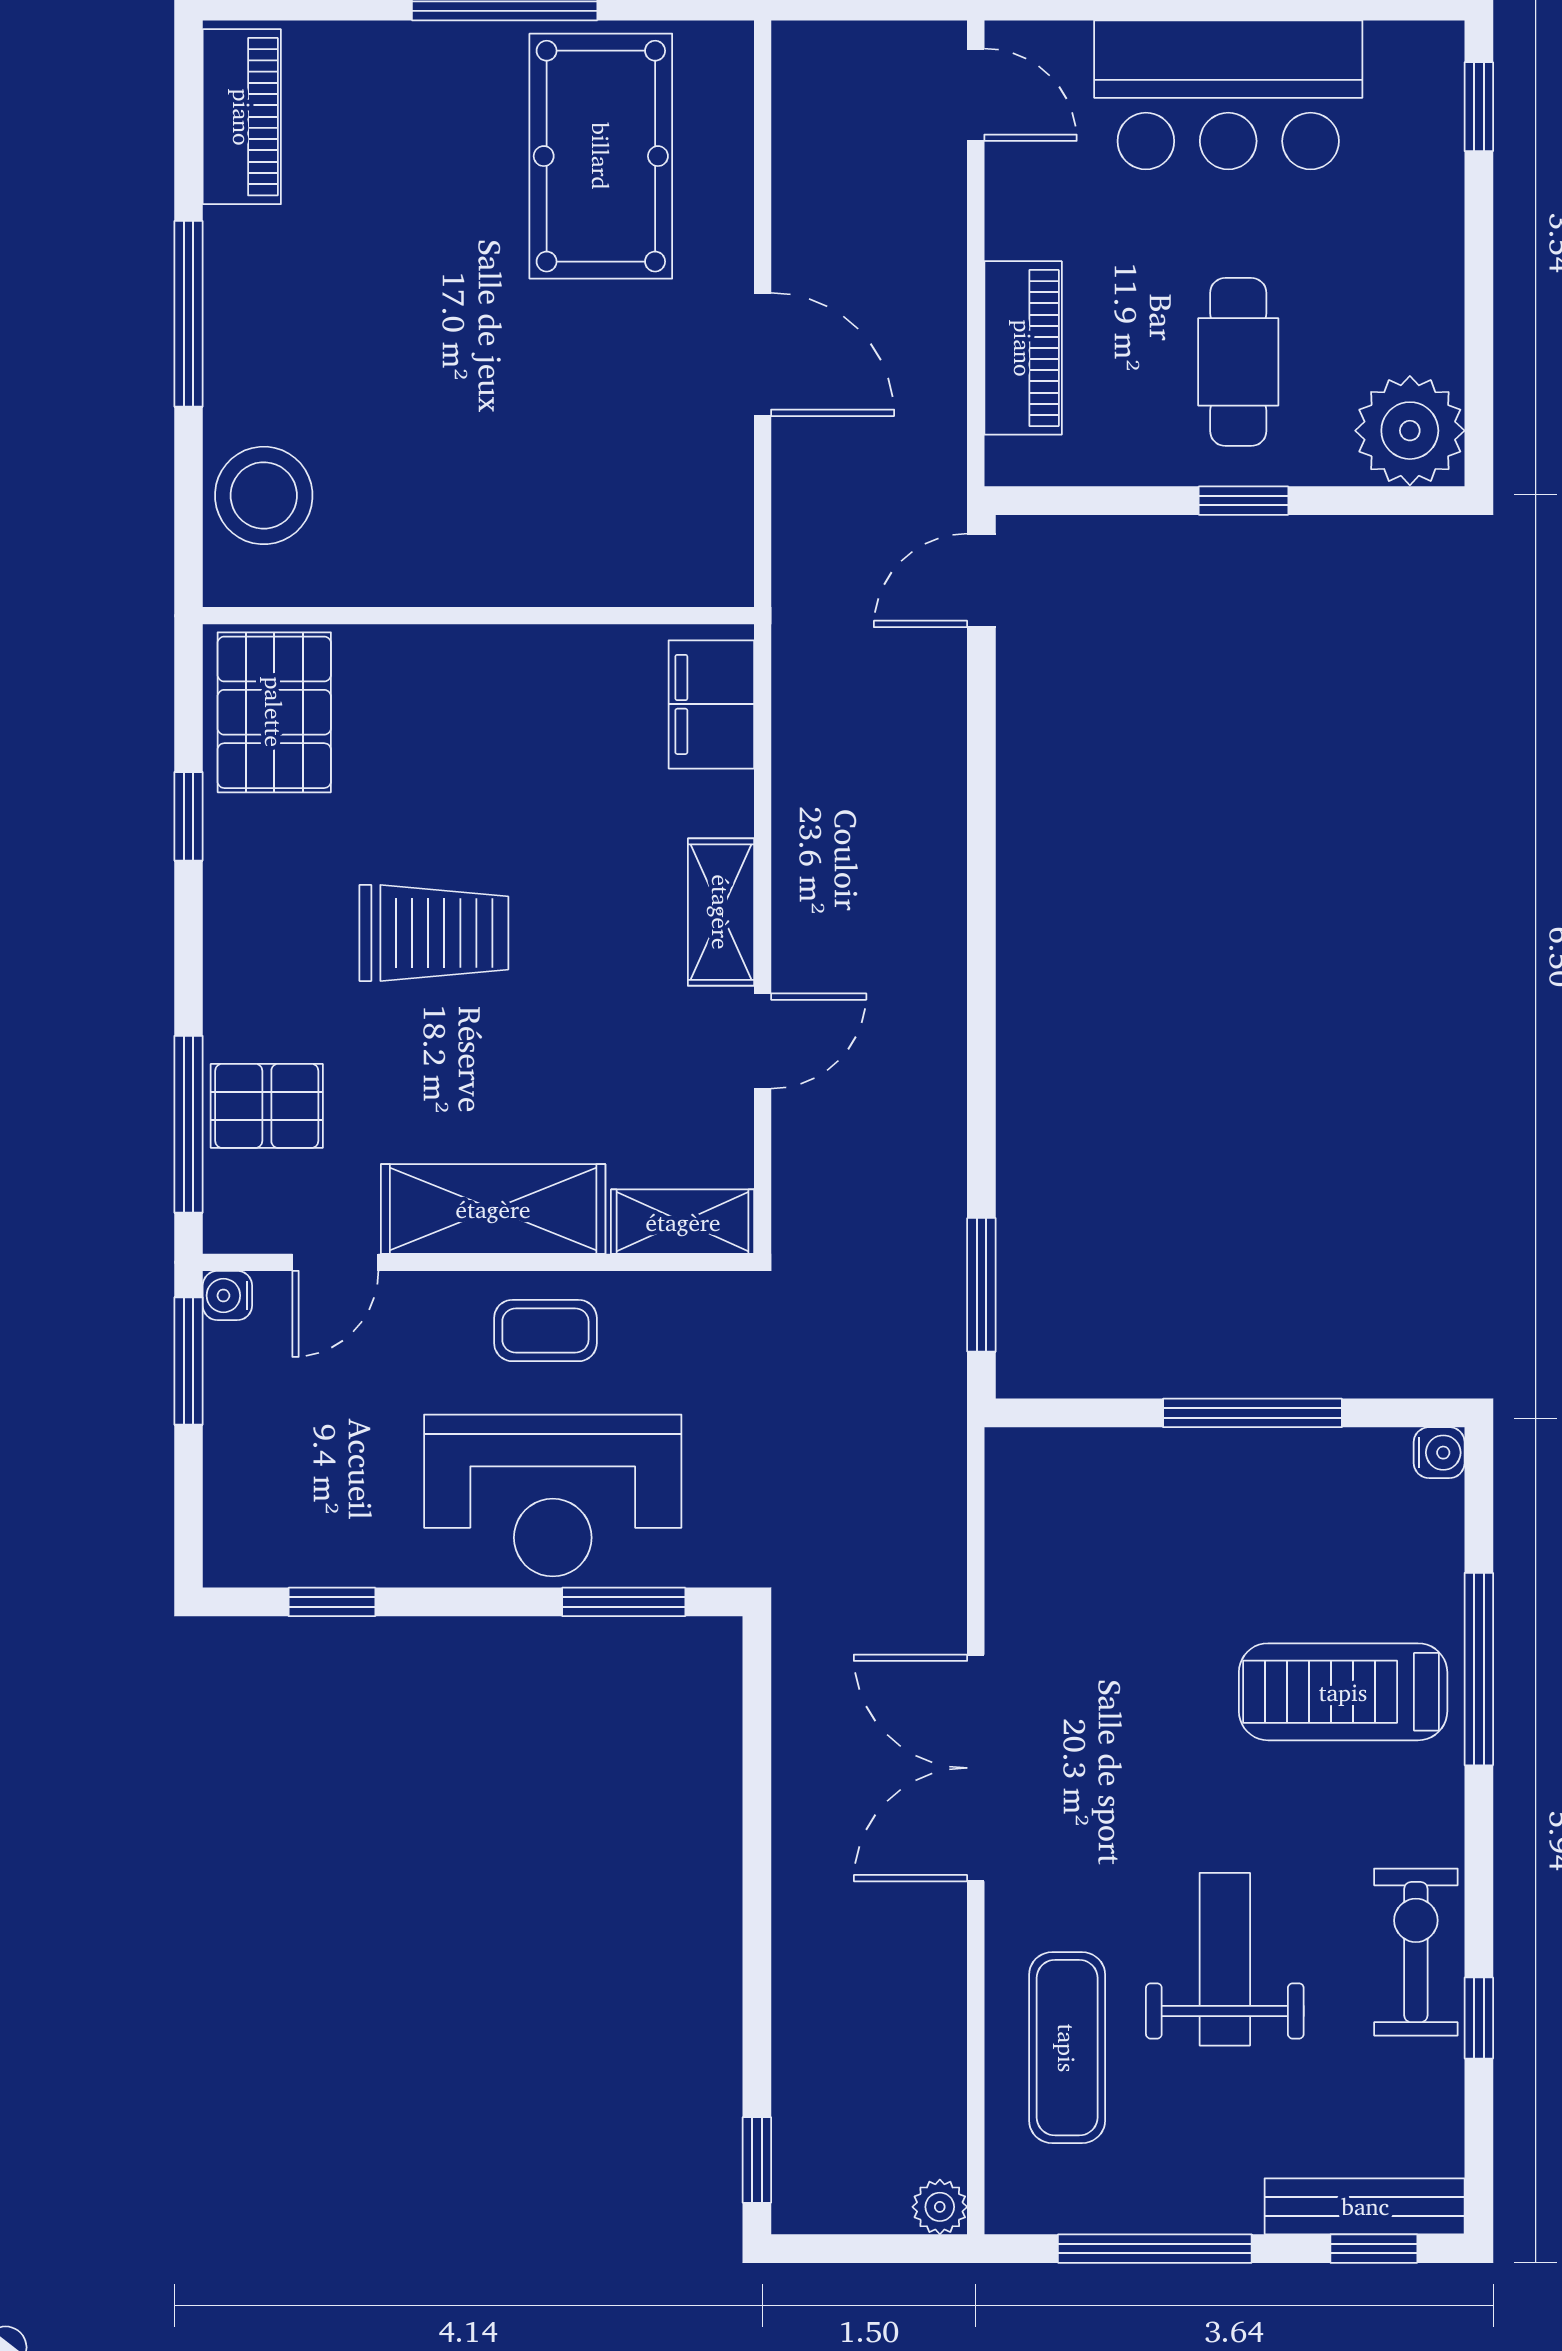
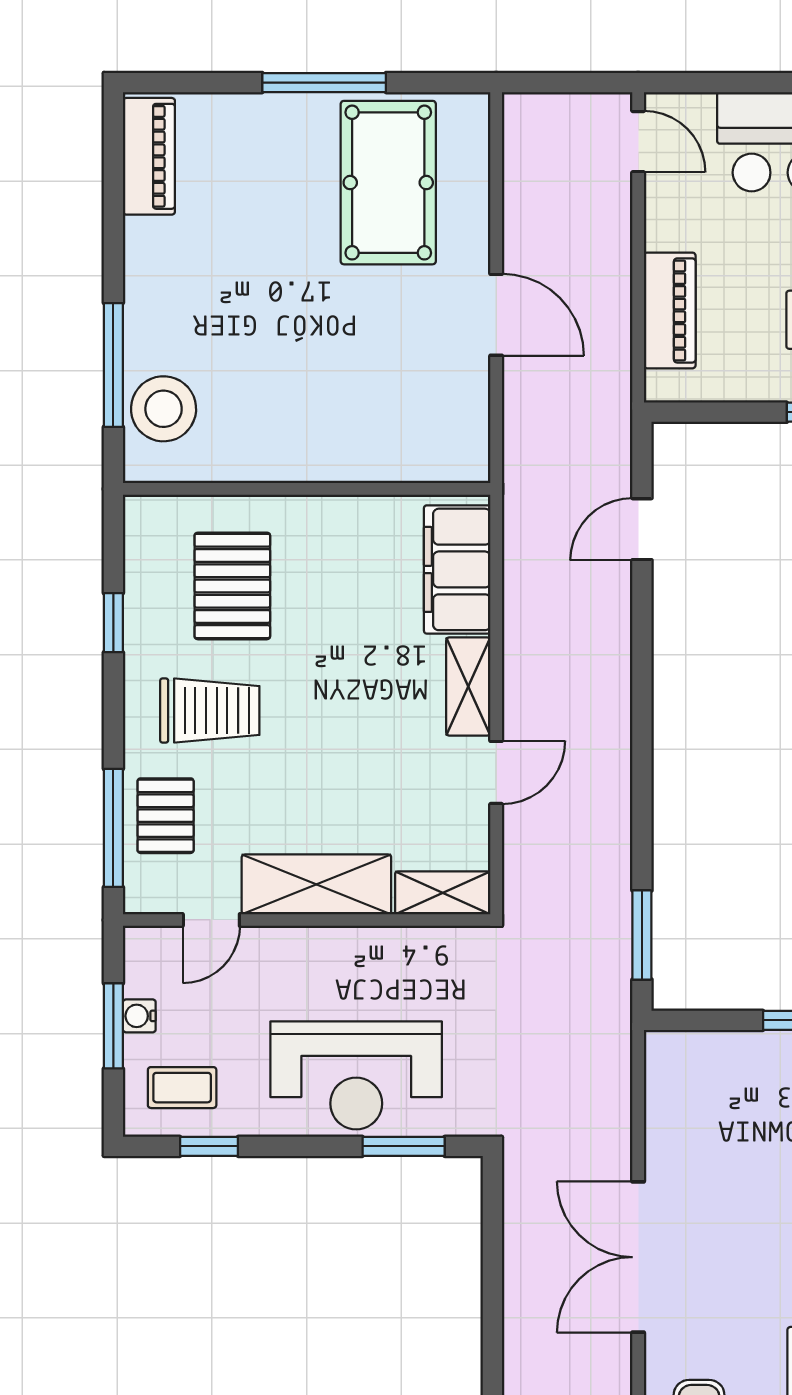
window: (188, 314) -> (113, 365), moved
door: (981, 580) -> (642, 529), moved
filing cabinet: (711, 704) -> (457, 569), width x1.50, depth x1.17
pallet: (274, 712) -> (232, 586), moved
trolley: (434, 933) -> (210, 710), moved
pallet: (267, 1106) -> (166, 816), turned 90
water cooler: (227, 1296) -> (139, 1016), moved
coffee table: (545, 1331) -> (182, 1088), moved
window: (188, 1361) -> (113, 1026), moved

